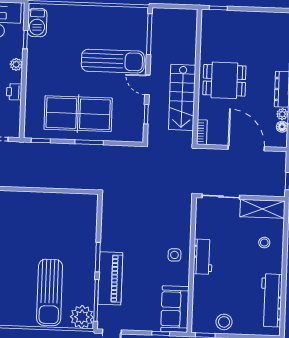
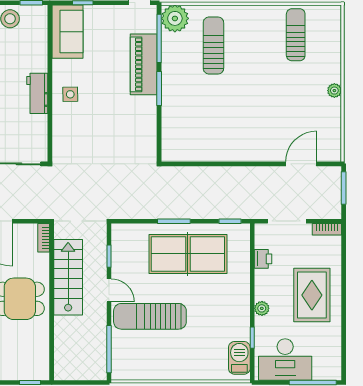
printer: (14, 92) -> (263, 259), moved
sun lounger: (50, 292) -> (213, 46), width x0.73, depth x0.75

